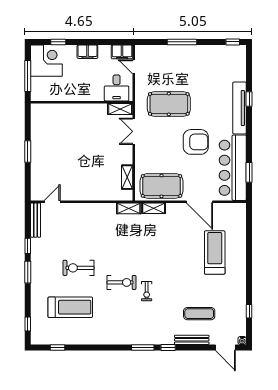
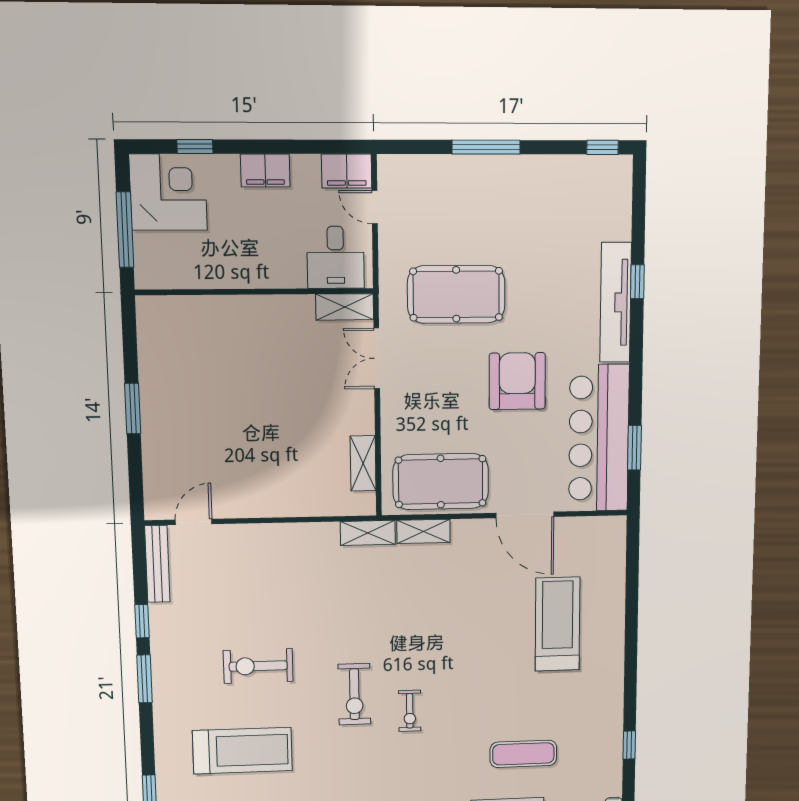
armchair: (196, 142) -> (517, 381), turned -90
exercise bike: (122, 282) -> (354, 694), turned 90

